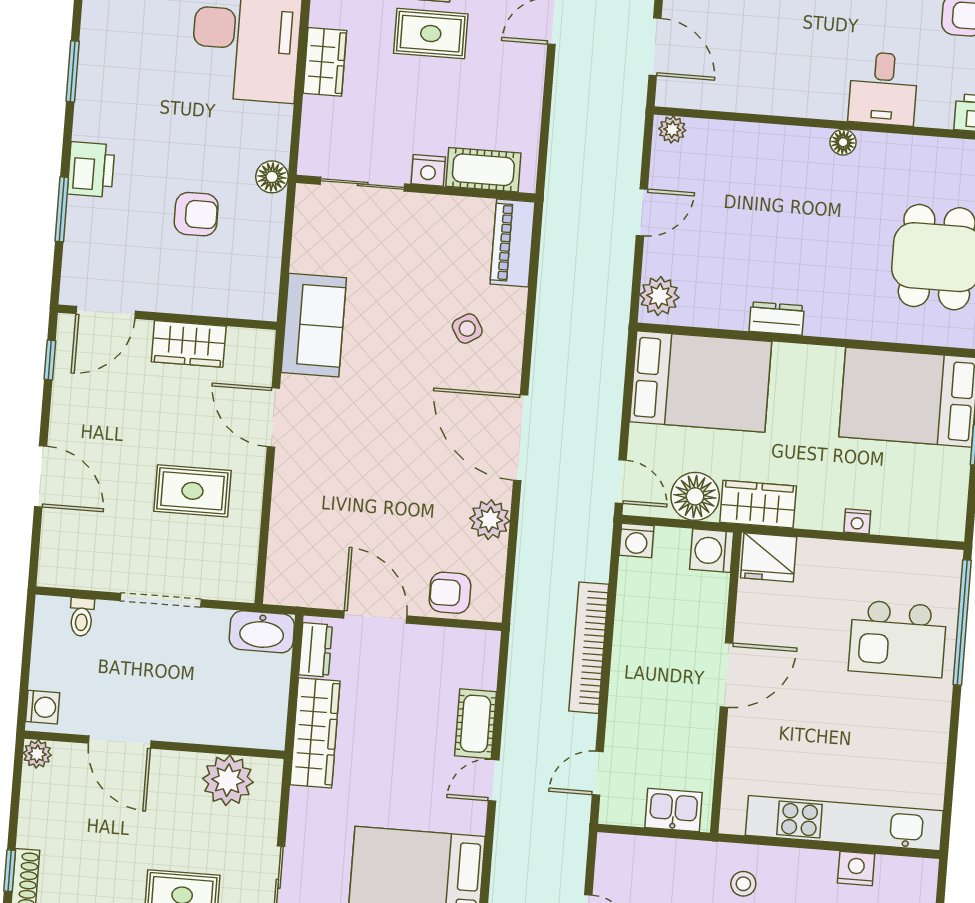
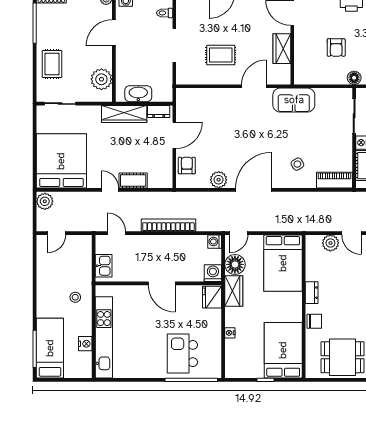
plant: (659, 296) -> (330, 243), moved
chair: (846, 318) -> (314, 321), added
rug: (192, 491) -> (221, 55), turned 90
washbasin: (262, 632) -> (138, 94), moved, turned 90

